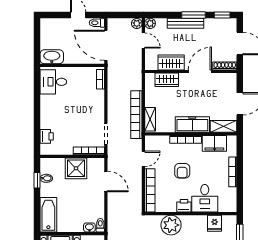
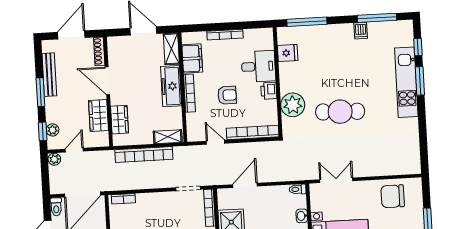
window: (222, 15) -> (43, 131), moved
plant: (150, 23) -> (53, 130), moved
bench: (186, 23) -> (49, 75), moved
bookcase: (136, 115) -> (144, 155), moved
washbasin: (89, 227) -> (302, 216), moved

